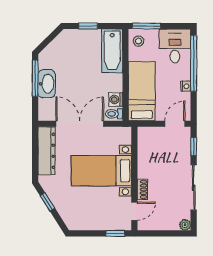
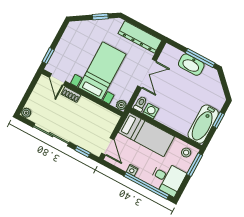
bathtub: (112, 51) -> (203, 124), moved, turned -90
double door: (80, 124) -> (147, 74), width x0.73
plant: (126, 133) -> (121, 105), added

